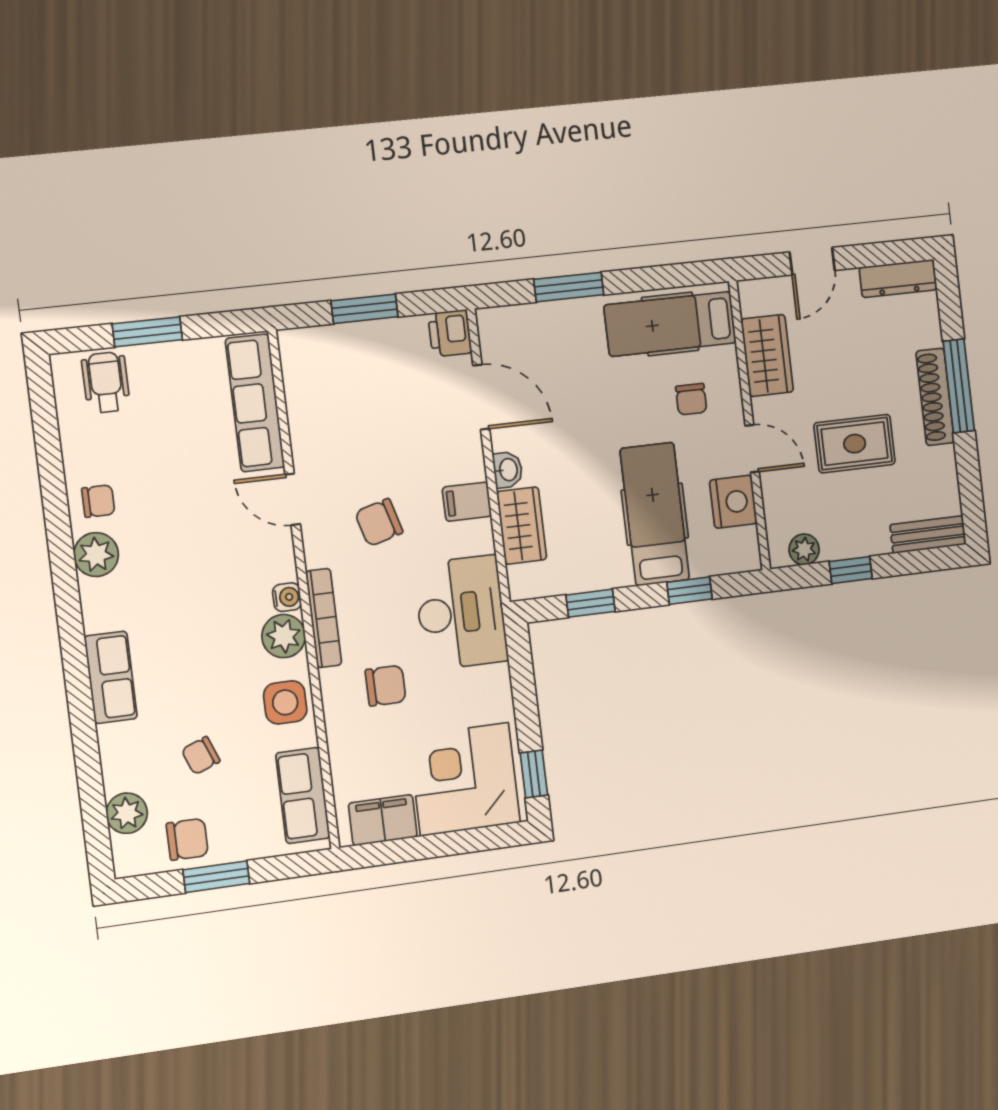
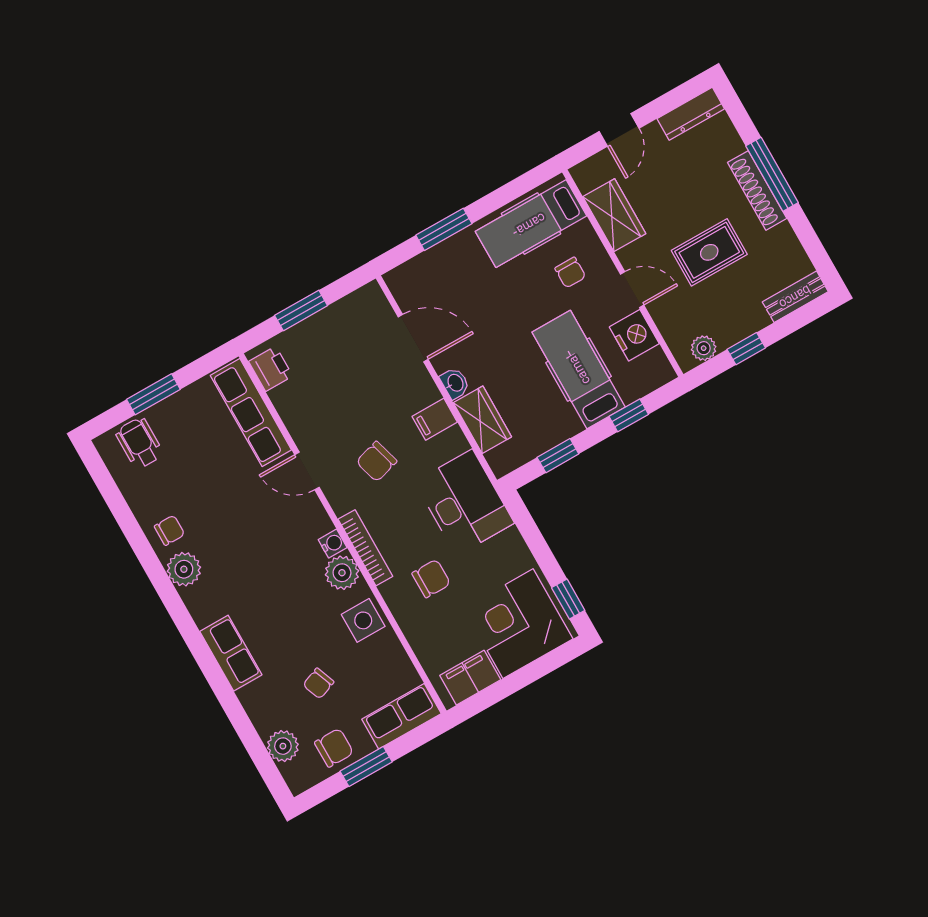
printer: (450, 333) -> (271, 369), moved, turned 180
row of seats: (303, 796) -> (402, 716), moved, turned 90

